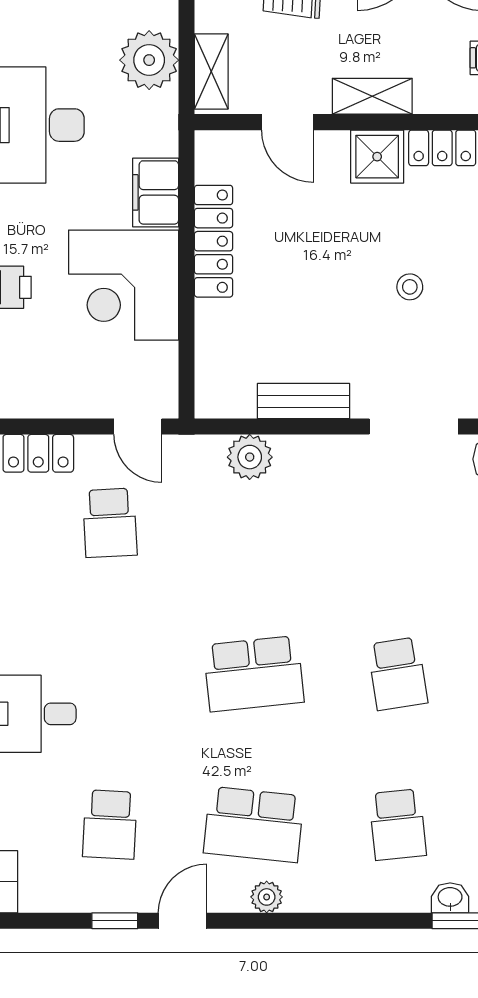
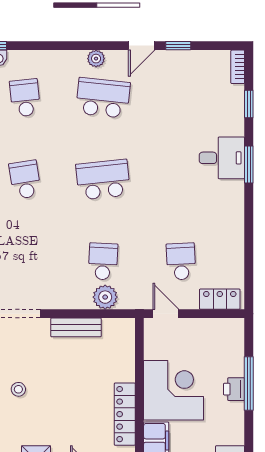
school desk: (110, 825) -> (103, 261), moved

